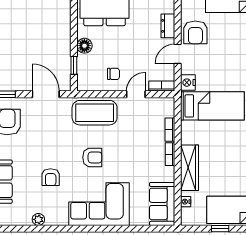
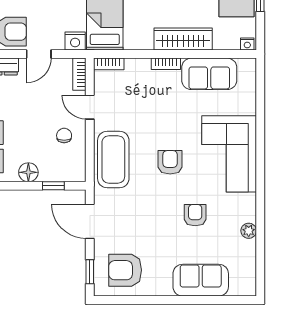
door: (178, 54) -> (39, 54), hinge flipped
door: (46, 94) -> (90, 221), hinge flipped
bookcase: (170, 130) -> (109, 64), moved
armchair: (51, 177) -> (195, 215), turned -90
nightstand: (186, 202) -> (247, 44), moved
sofa: (162, 204) -> (209, 74), moved

